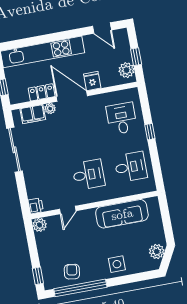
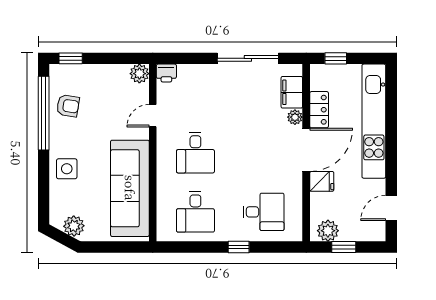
door: (68, 210) -> (153, 116), hinge flipped
sofa: (122, 214) -> (130, 188), width x1.36, depth x1.27

